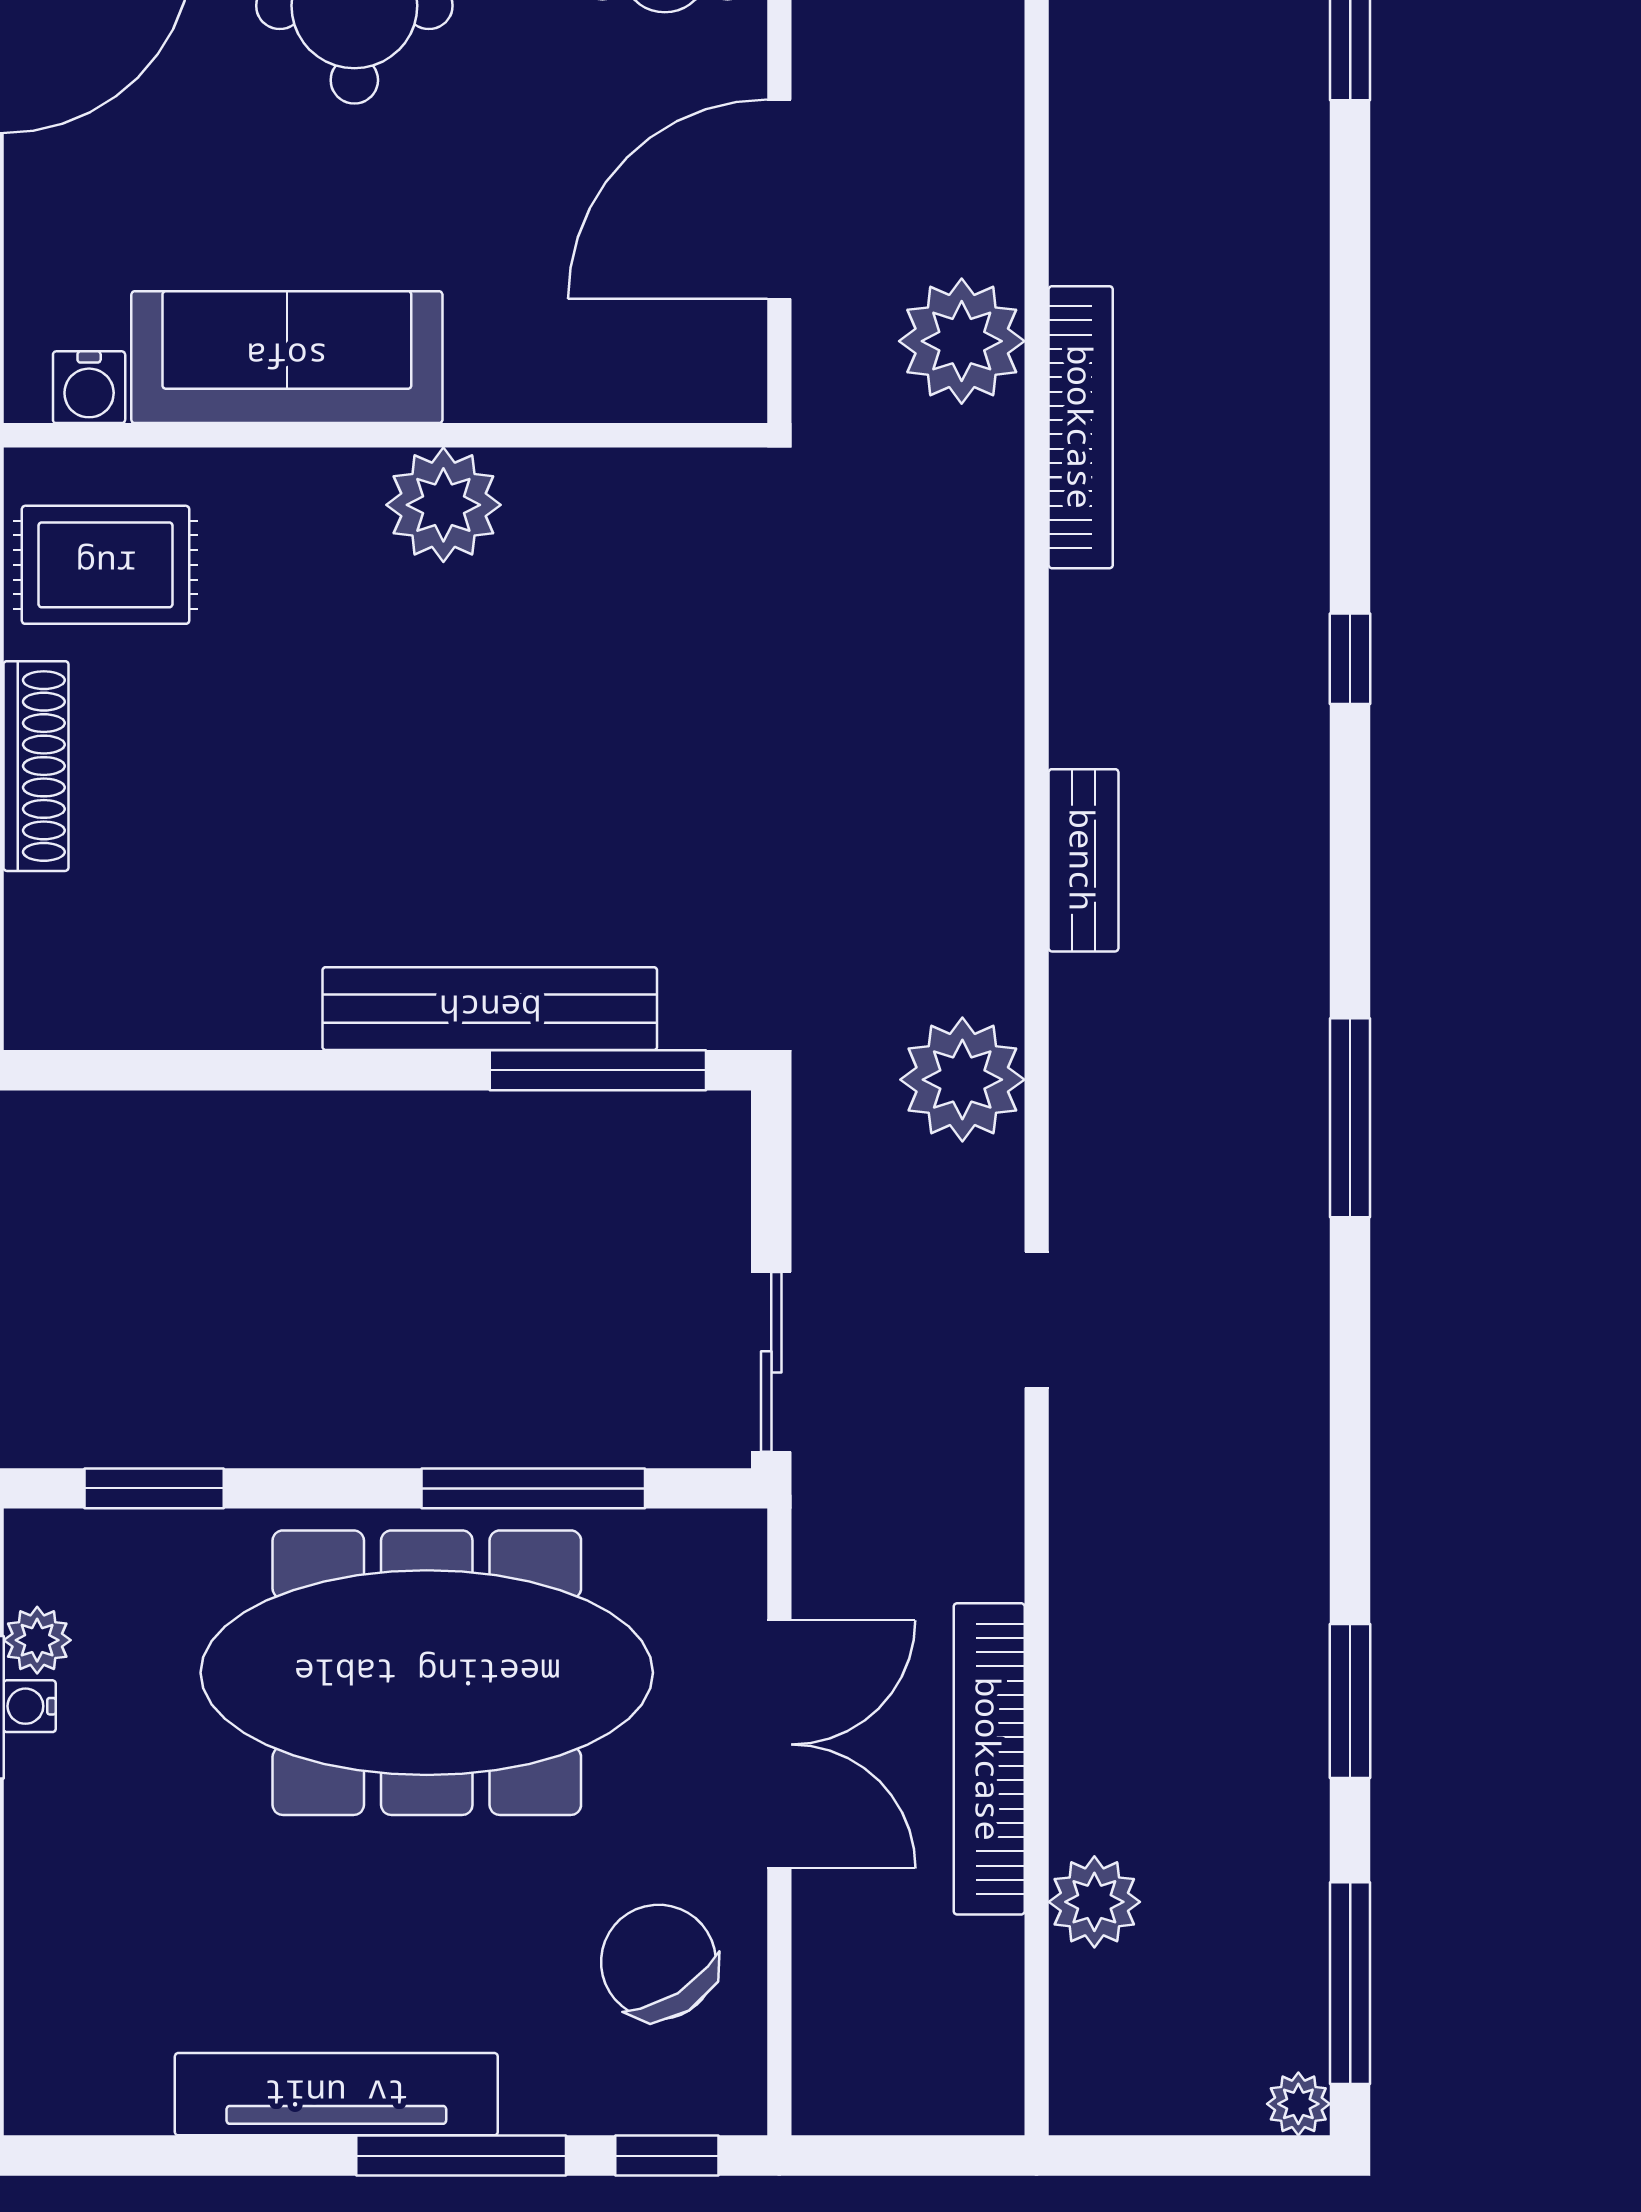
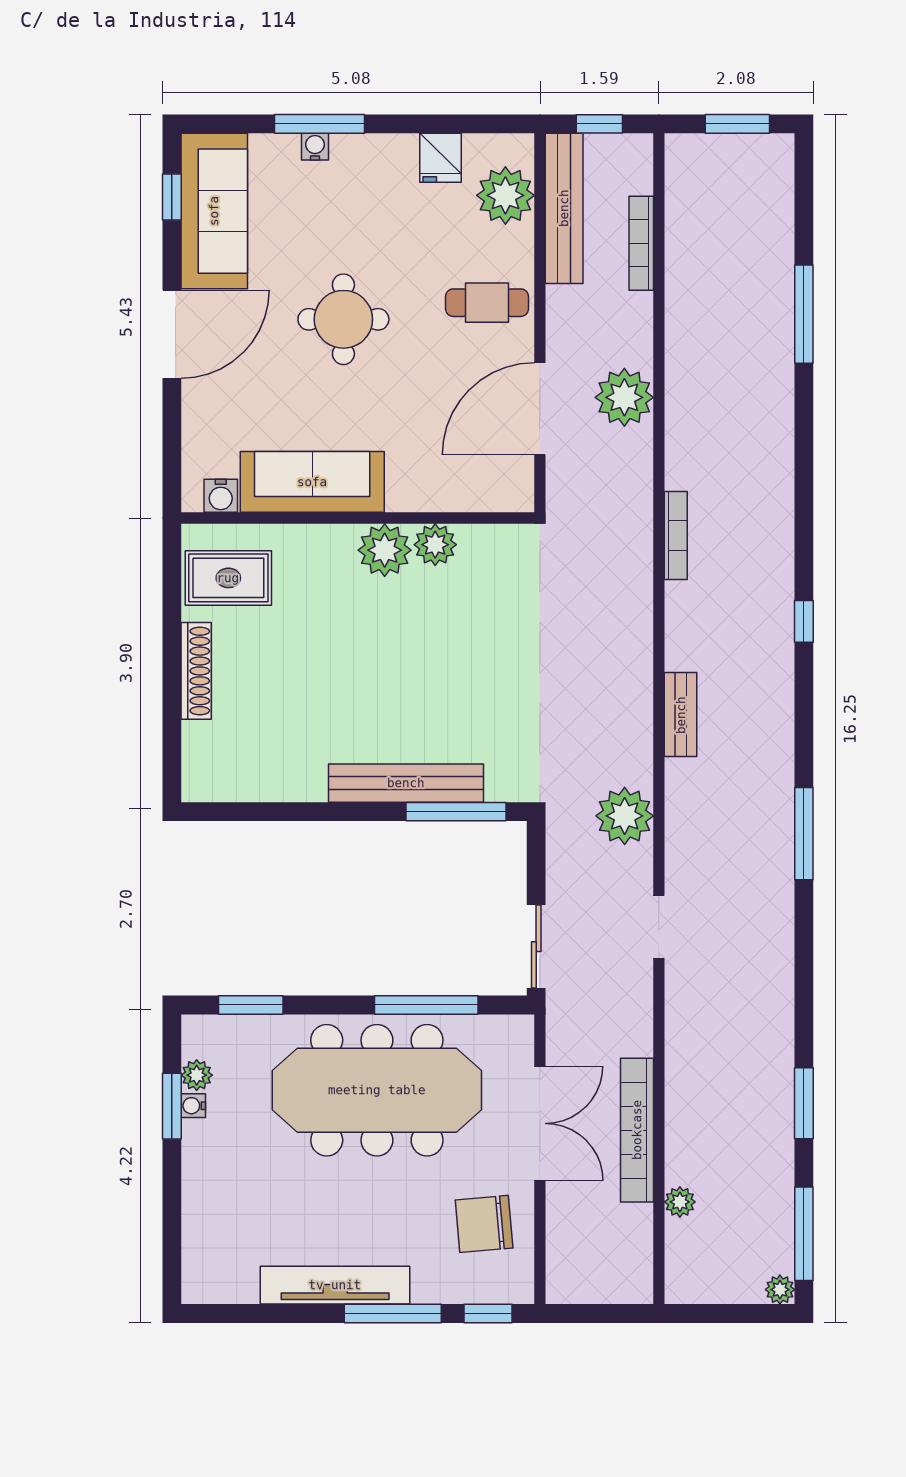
plant: (962, 341) -> (624, 397), moved
bookcase: (1081, 427) -> (676, 535), width x0.68, depth x0.76
plant: (553, 493) -> (435, 545), added
plant: (1094, 1902) -> (680, 1202), width x0.73, depth x0.73
chair: (659, 1962) -> (484, 1224), turned -63

